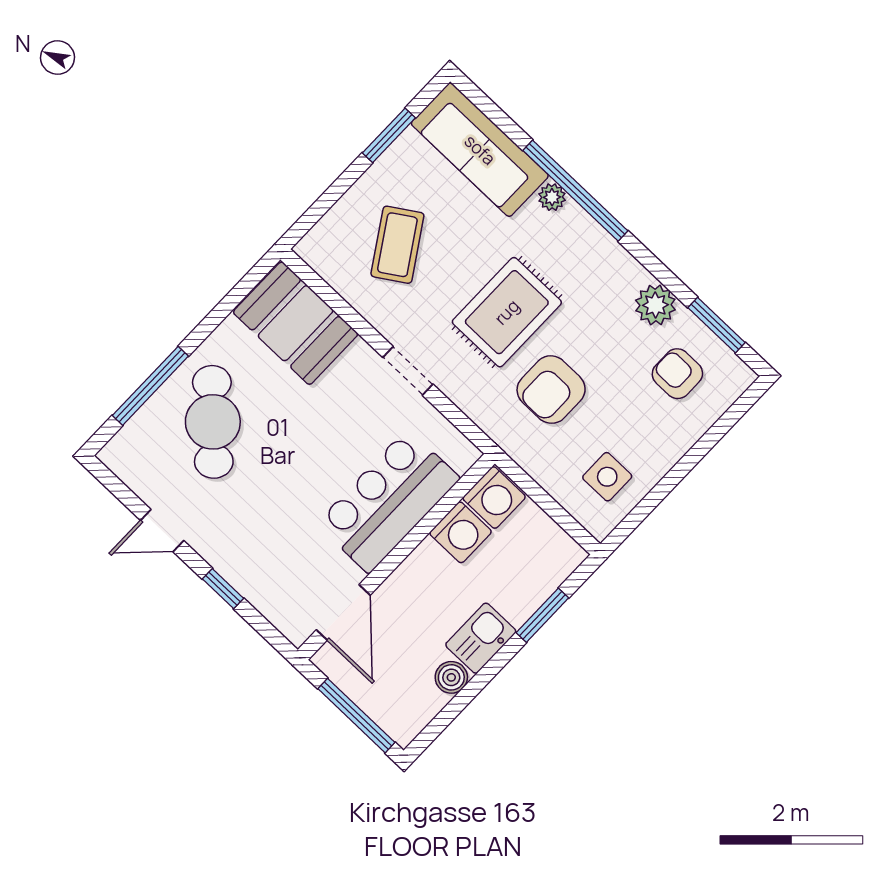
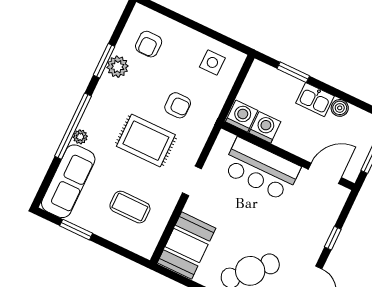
coffee table: (397, 245) -> (130, 207), turned 33
window: (717, 325) -> (104, 61), moved
armchair: (551, 390) -> (178, 105), width x0.72, depth x0.72

